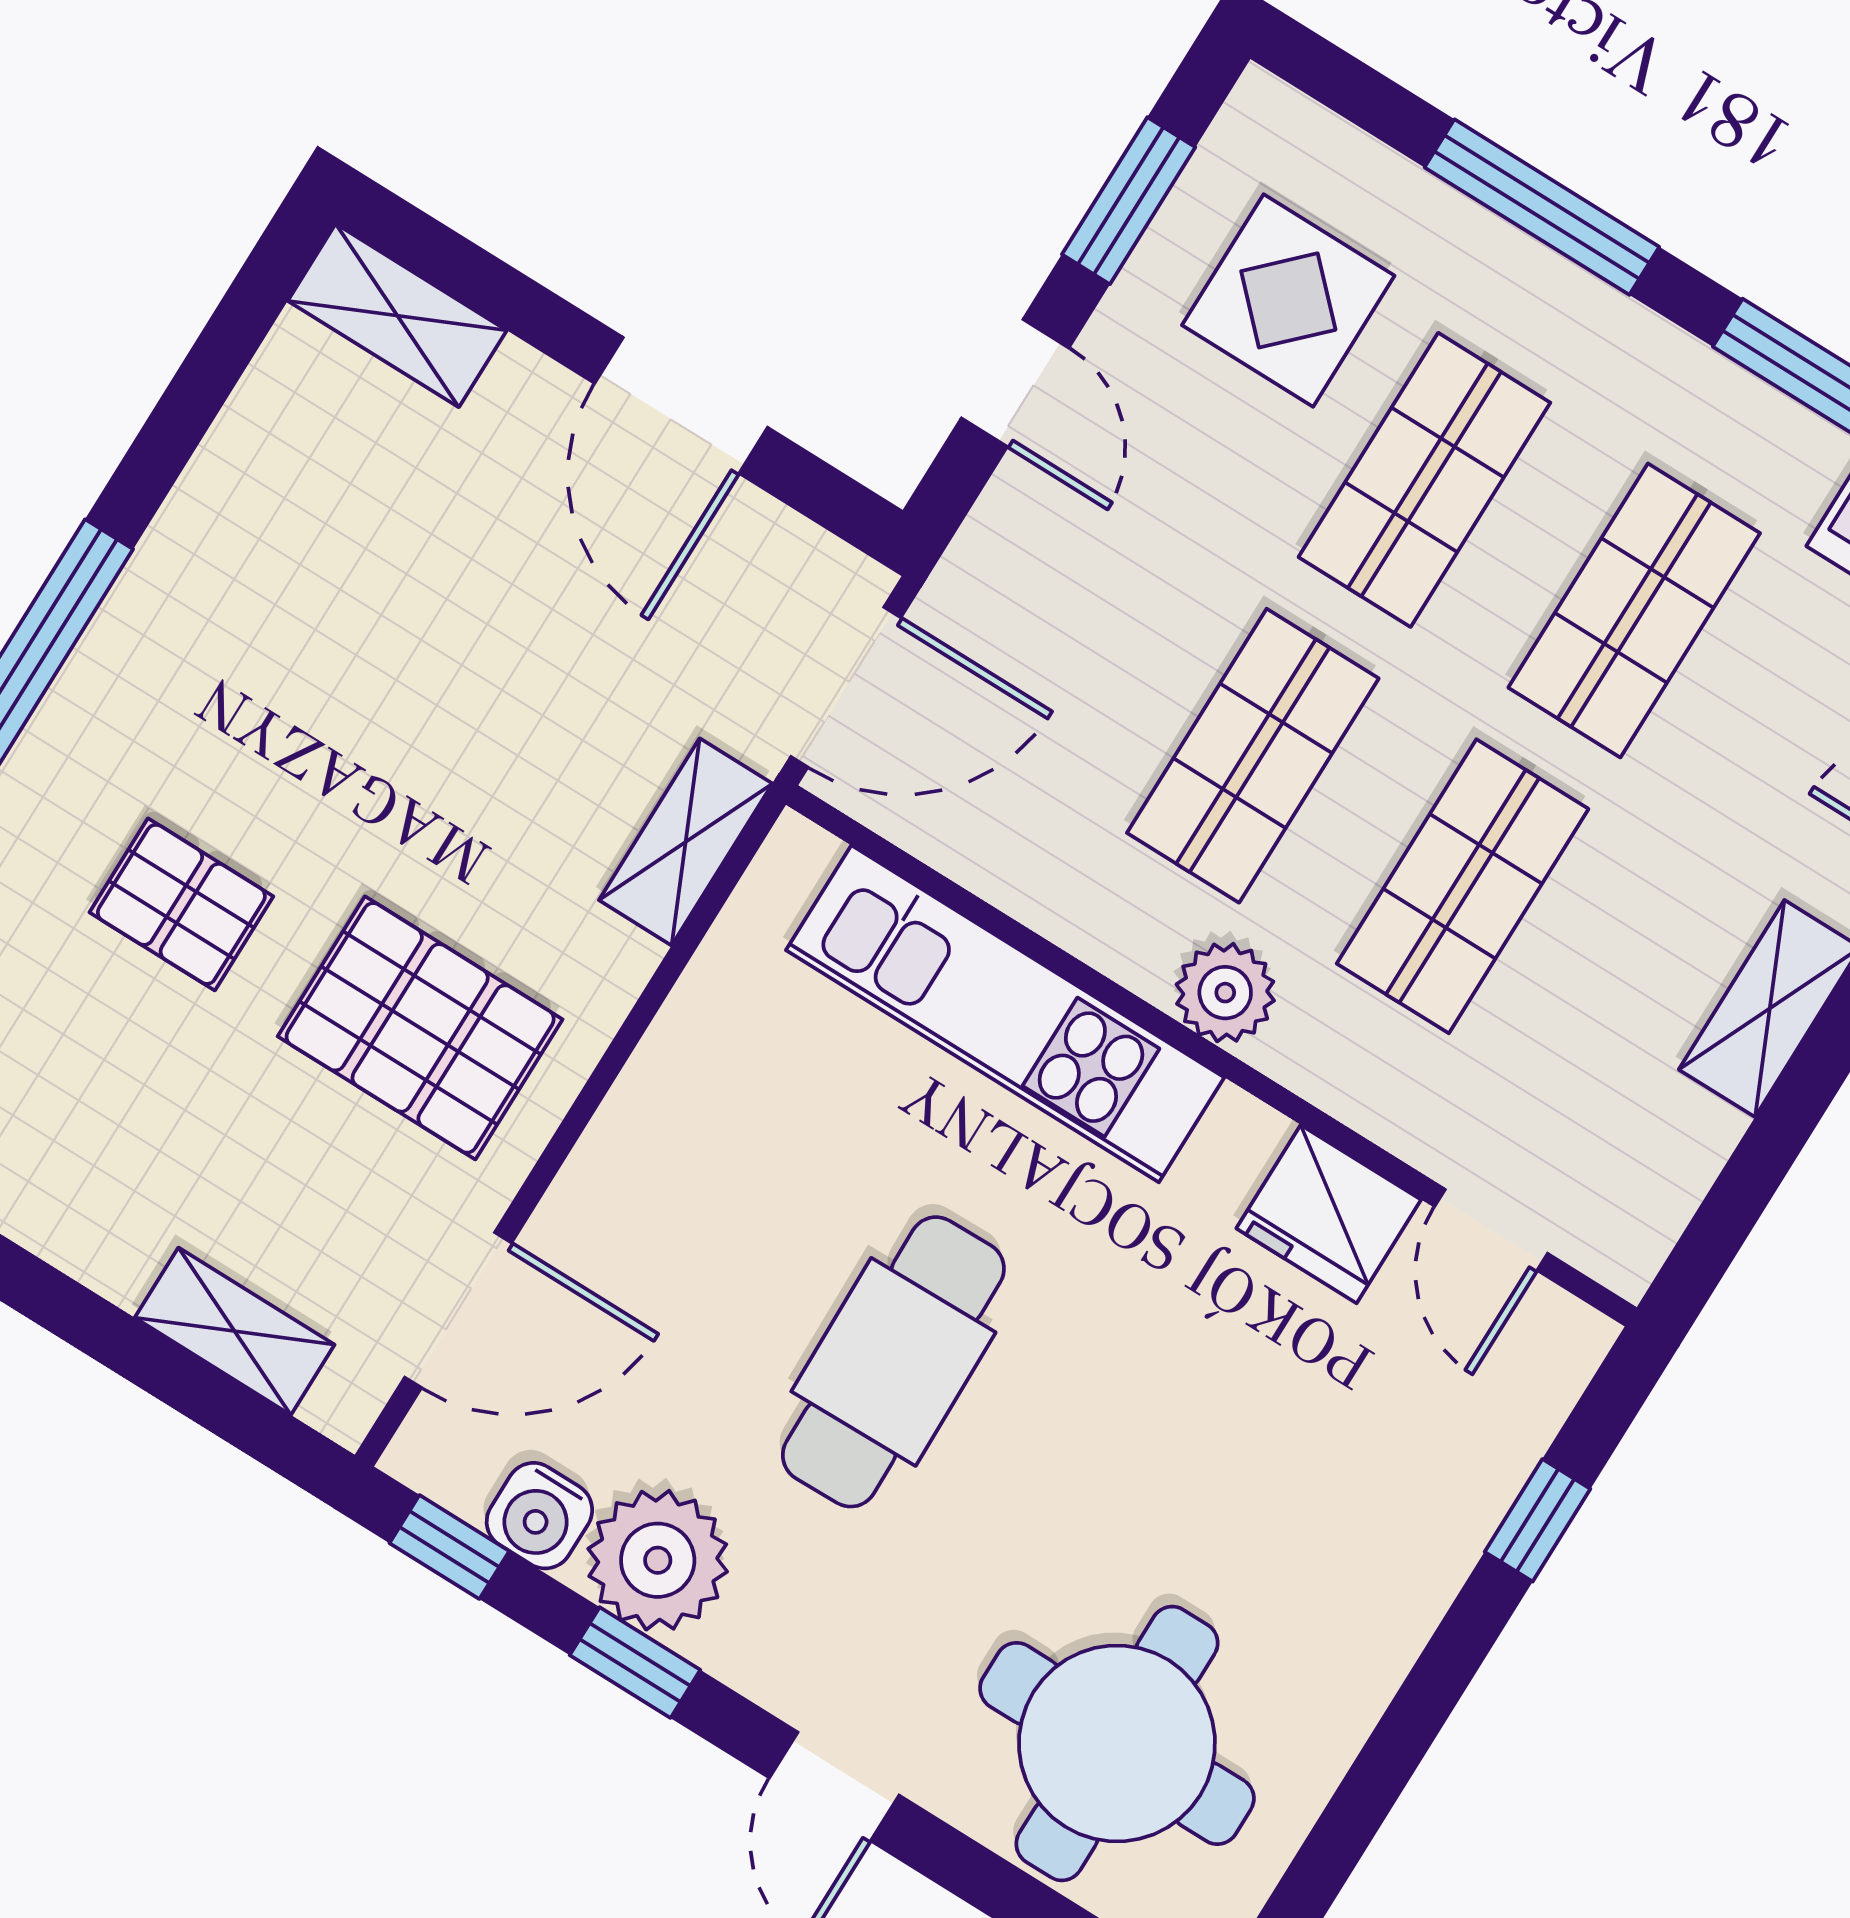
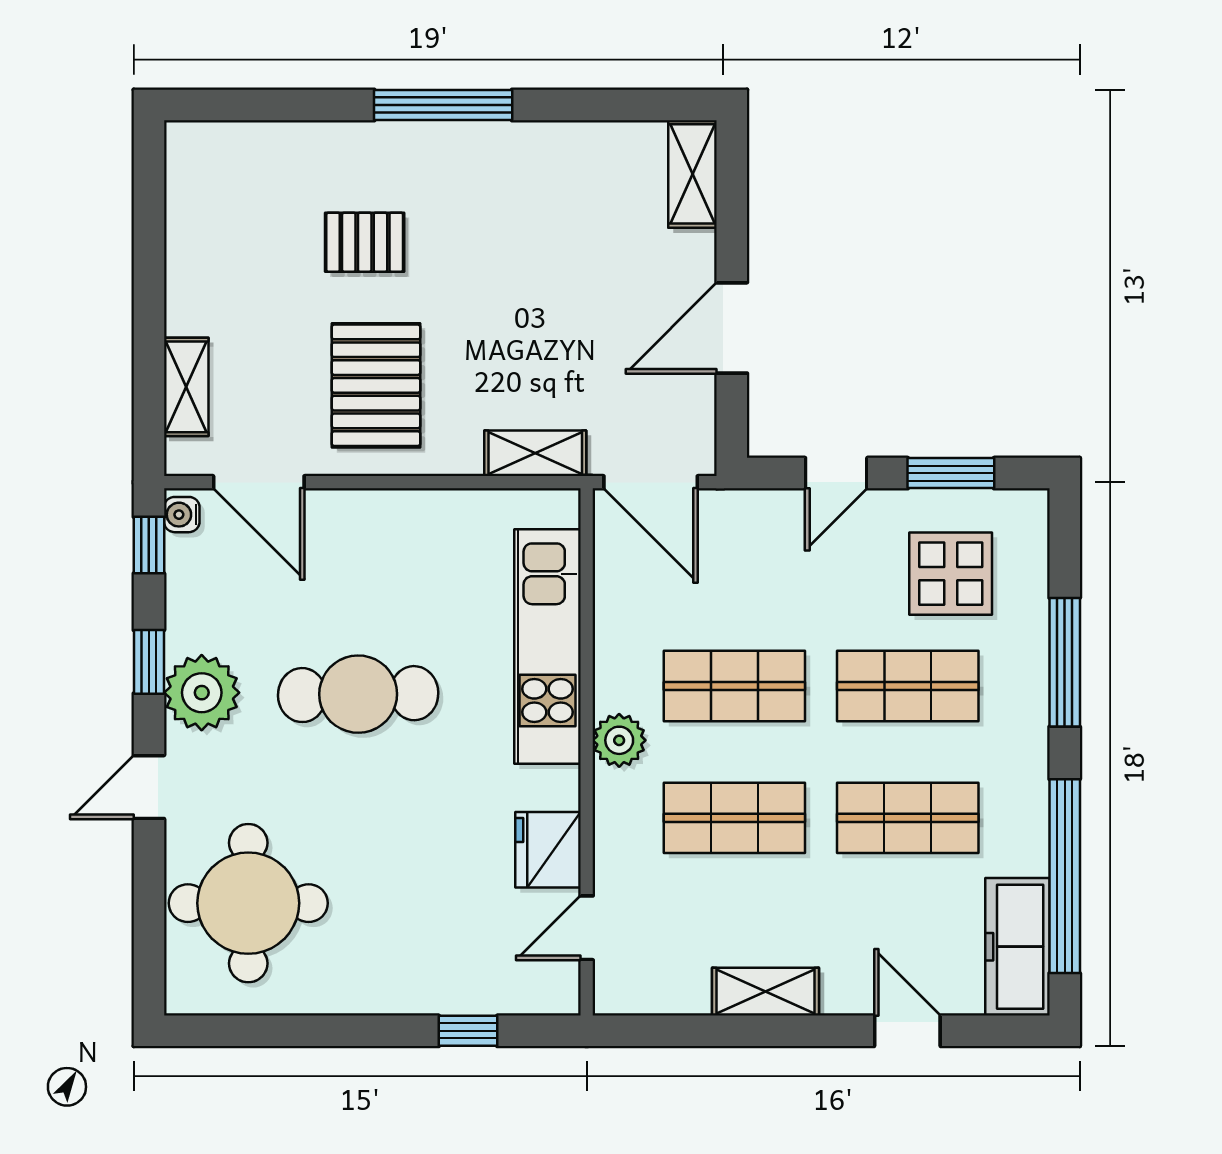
pallet: (181, 904) -> (365, 242), turned 90
water cooler: (539, 1516) -> (182, 515), moved, width x0.72, depth x0.72
plant: (658, 1560) -> (202, 693), moved

